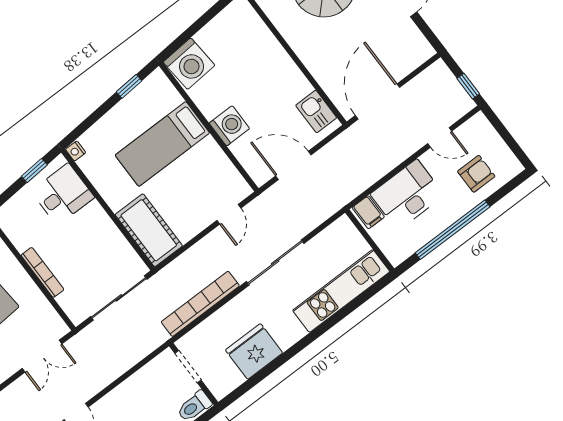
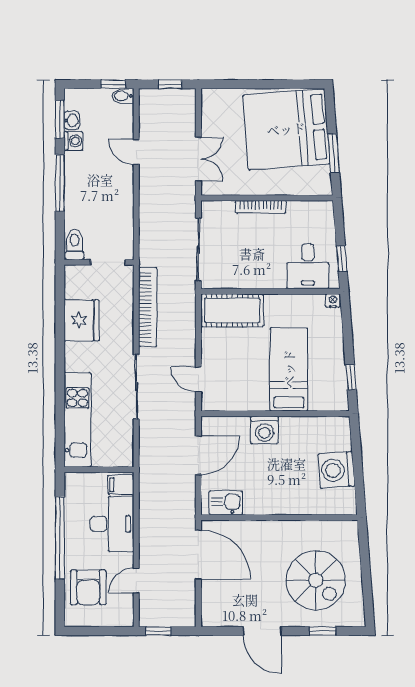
washing machine: (189, 64) -> (336, 470), moved
armchair: (476, 174) -> (88, 587), width x1.38, depth x1.38
double door: (42, 356) -> (198, 159), swing flipped

